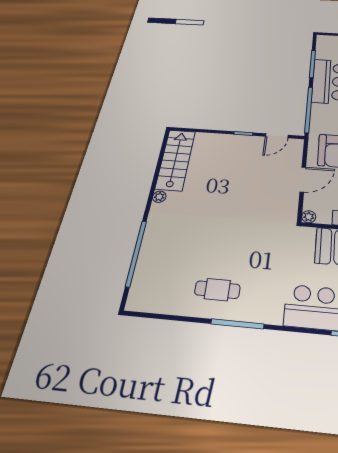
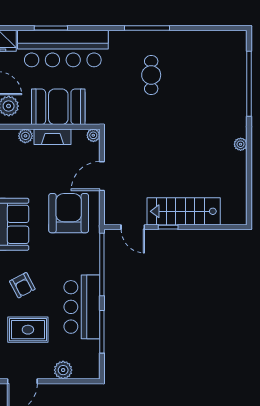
door: (277, 136) -> (133, 227), swing flipped
stairs: (176, 160) -> (184, 211), moved, turned 90
cafe table: (217, 290) -> (151, 75), moved, turned 90

